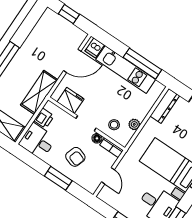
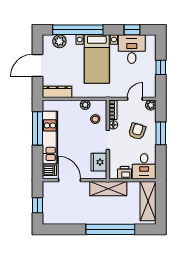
plant: (92, 187) -> (151, 105), added

